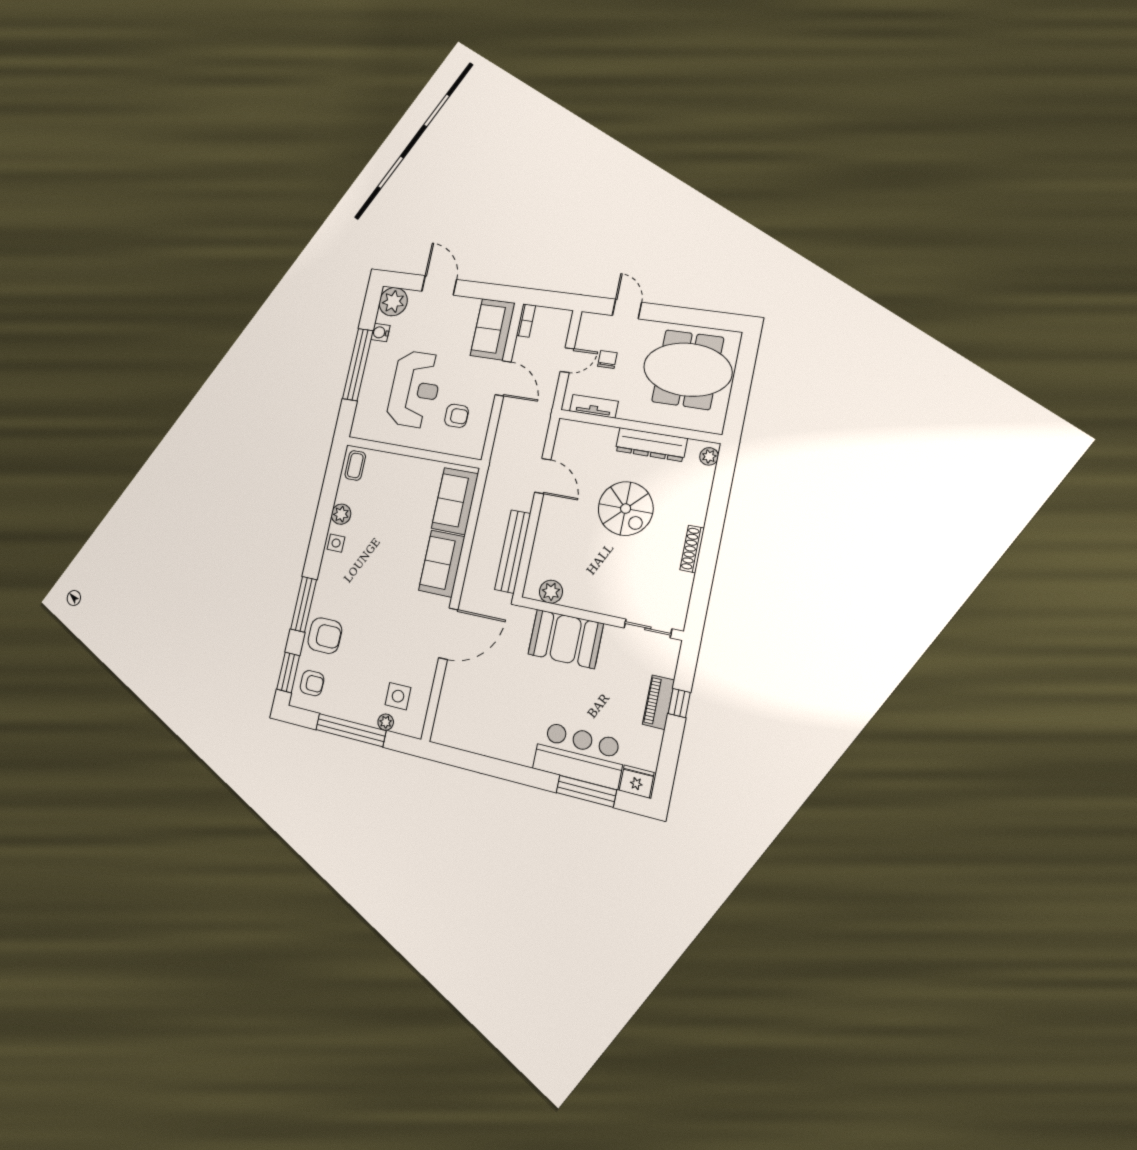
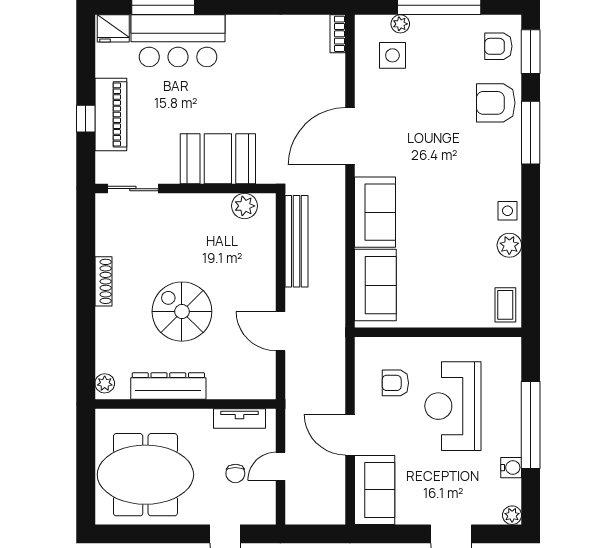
plant: (393, 302) -> (512, 515), width x0.53, depth x0.53
bookcase: (526, 320) -> (338, 34), moved
piano: (659, 702) -> (111, 114), width x1.37, depth x1.33

